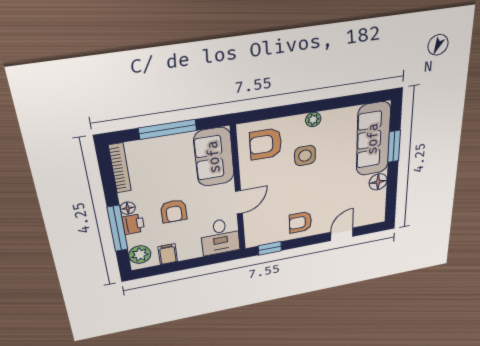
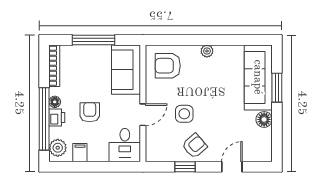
side table: (305, 156) -> (184, 114), moved
armchair: (174, 211) -> (90, 112), turned 180
armchair: (300, 222) -> (194, 146), turned 139
window: (117, 229) -> (44, 119), width x1.46
window: (270, 248) -> (185, 167), moved

